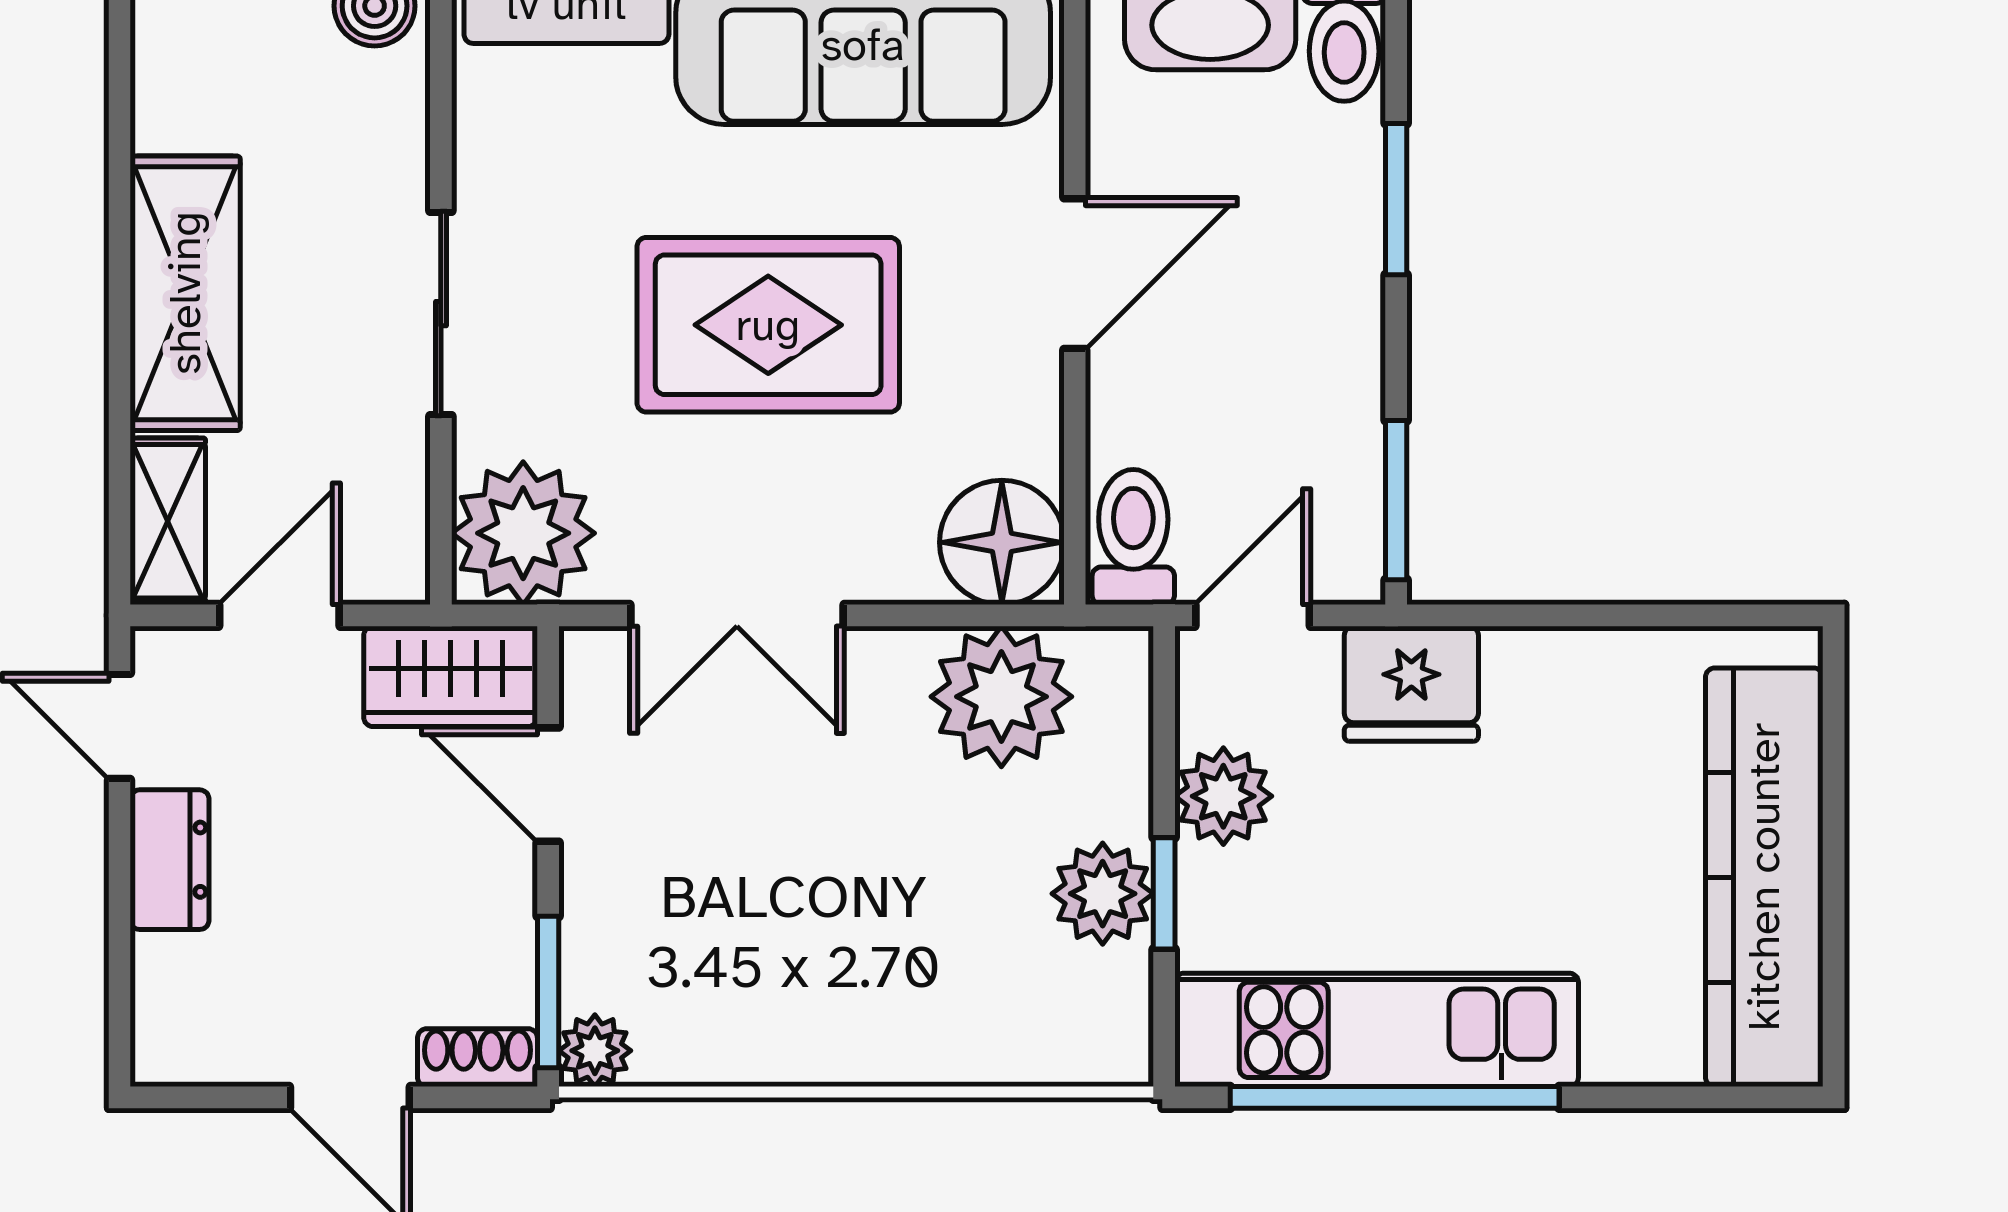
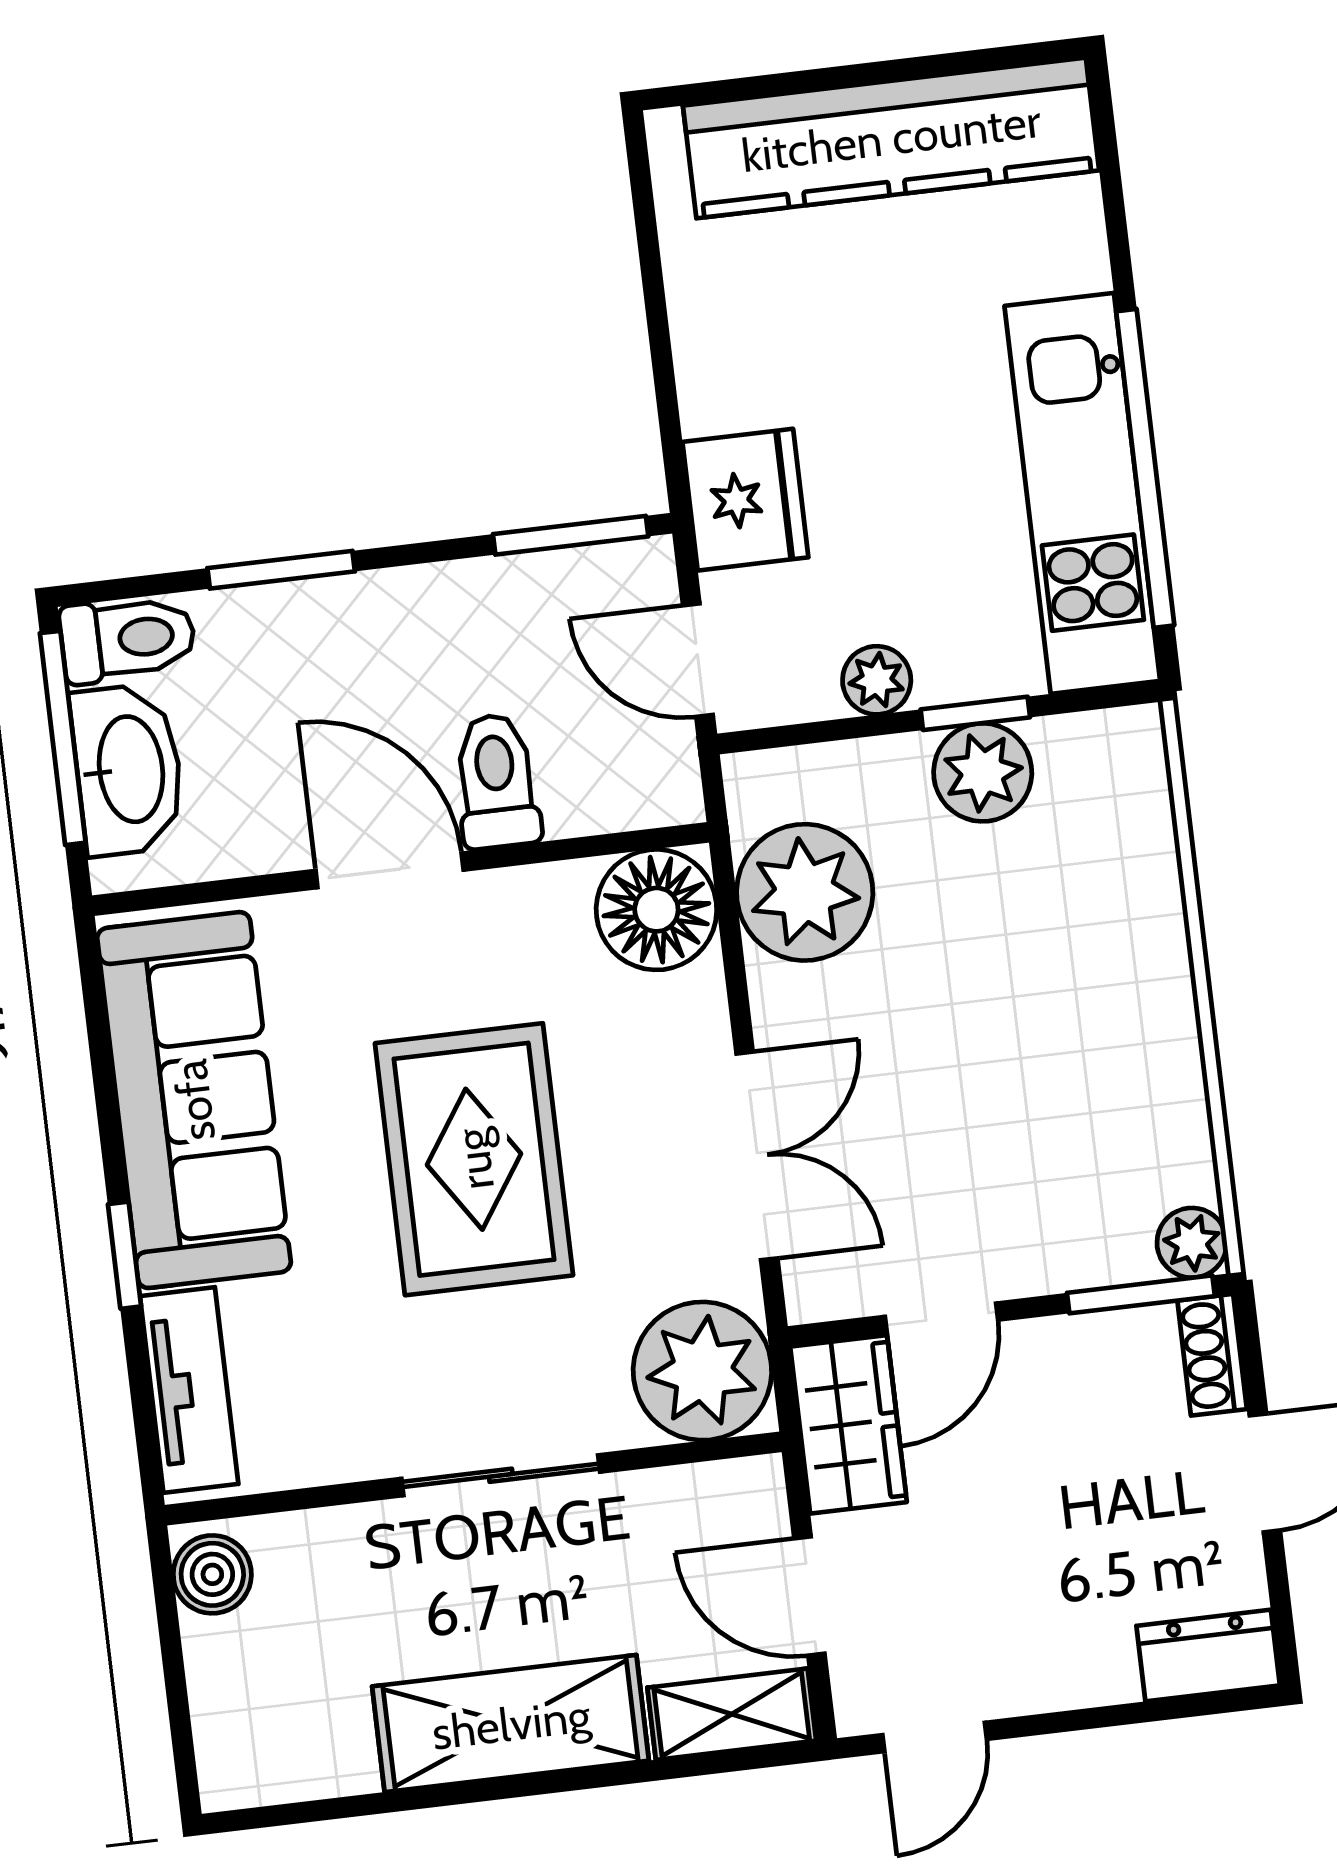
toilet: (1133, 537) -> (497, 781), moved, turned 90
plant: (1223, 796) -> (877, 680), width x0.73, depth x0.73
dresser: (170, 860) -> (1208, 1656), moved

